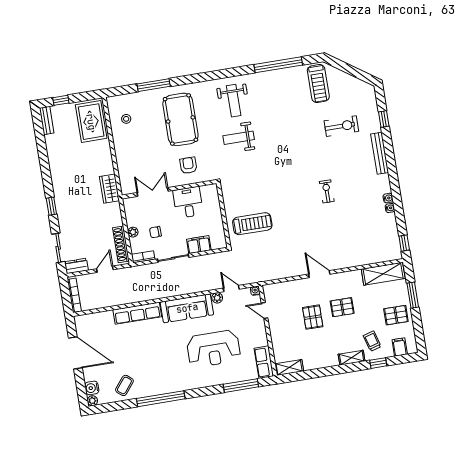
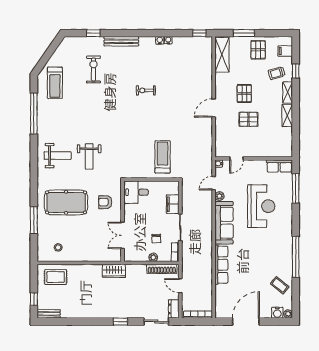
treadmill: (318, 84) -> (55, 83), turned 90
rug: (91, 122) -> (56, 277), width x0.73, depth x0.70
desk: (188, 202) -> (136, 192), moved
shelving: (289, 367) -> (287, 115), moved

